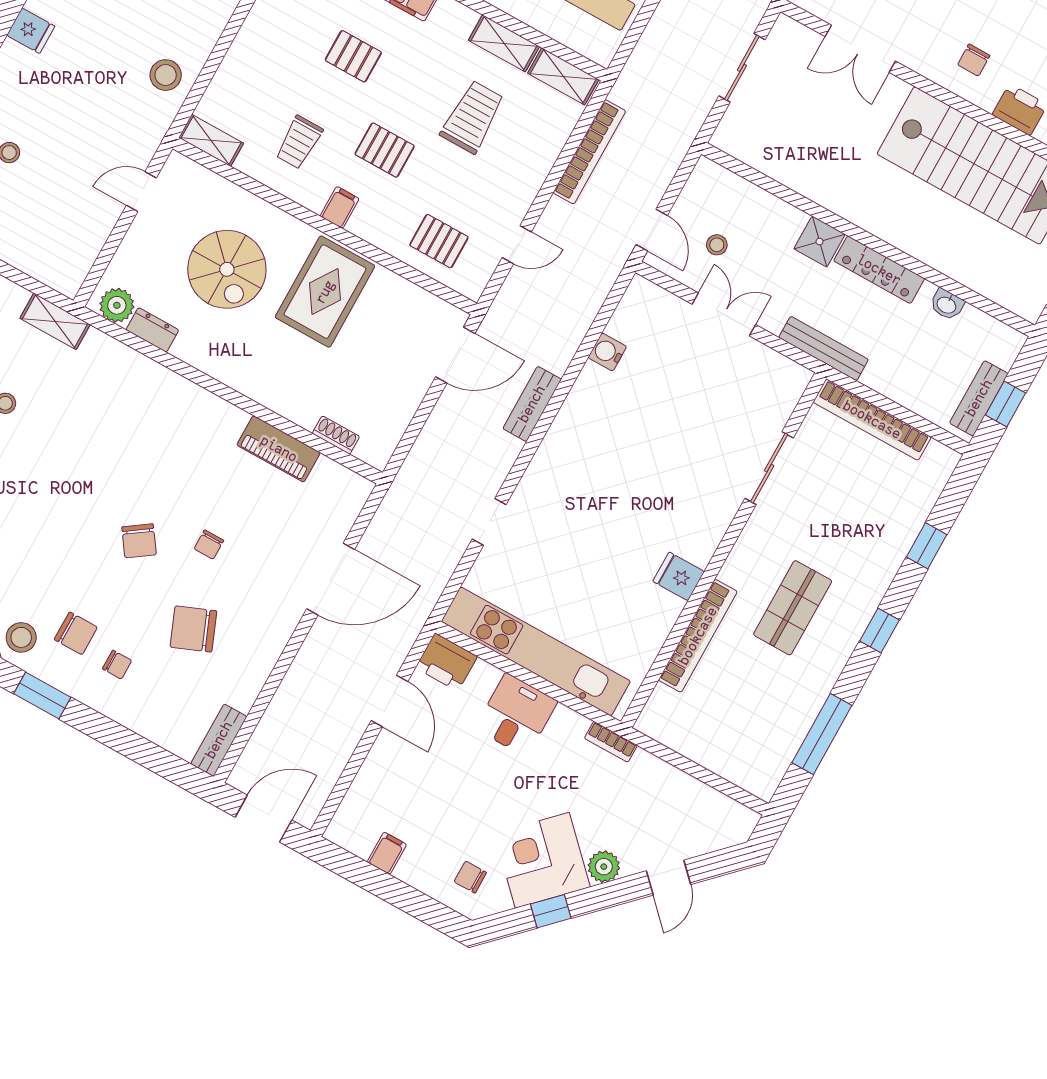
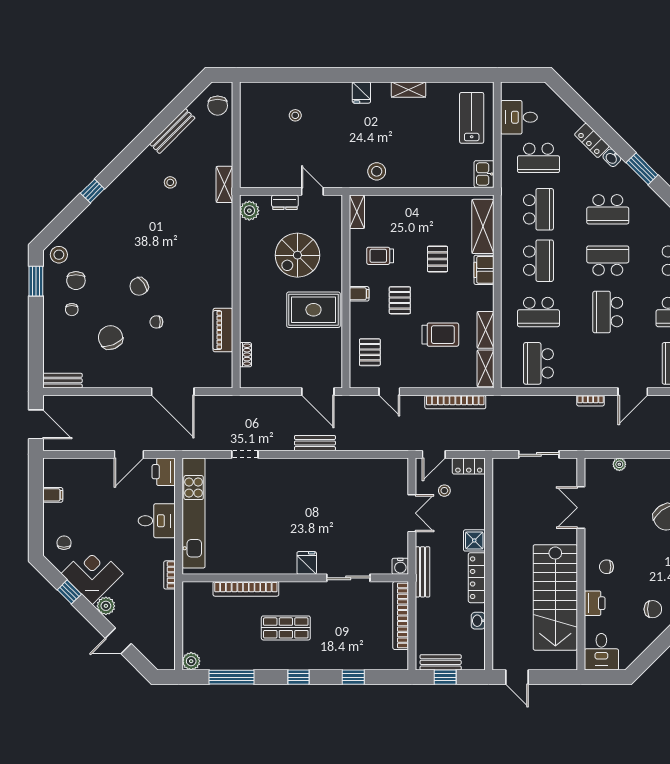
locker: (700, 186) -> (469, 466), added
dresser: (152, 330) -> (285, 202), moved, turned 90
water cooler: (607, 352) -> (400, 566), moved, turned 180
fridge: (679, 576) -> (307, 563), moved
plant: (763, 782) -> (191, 661), added

